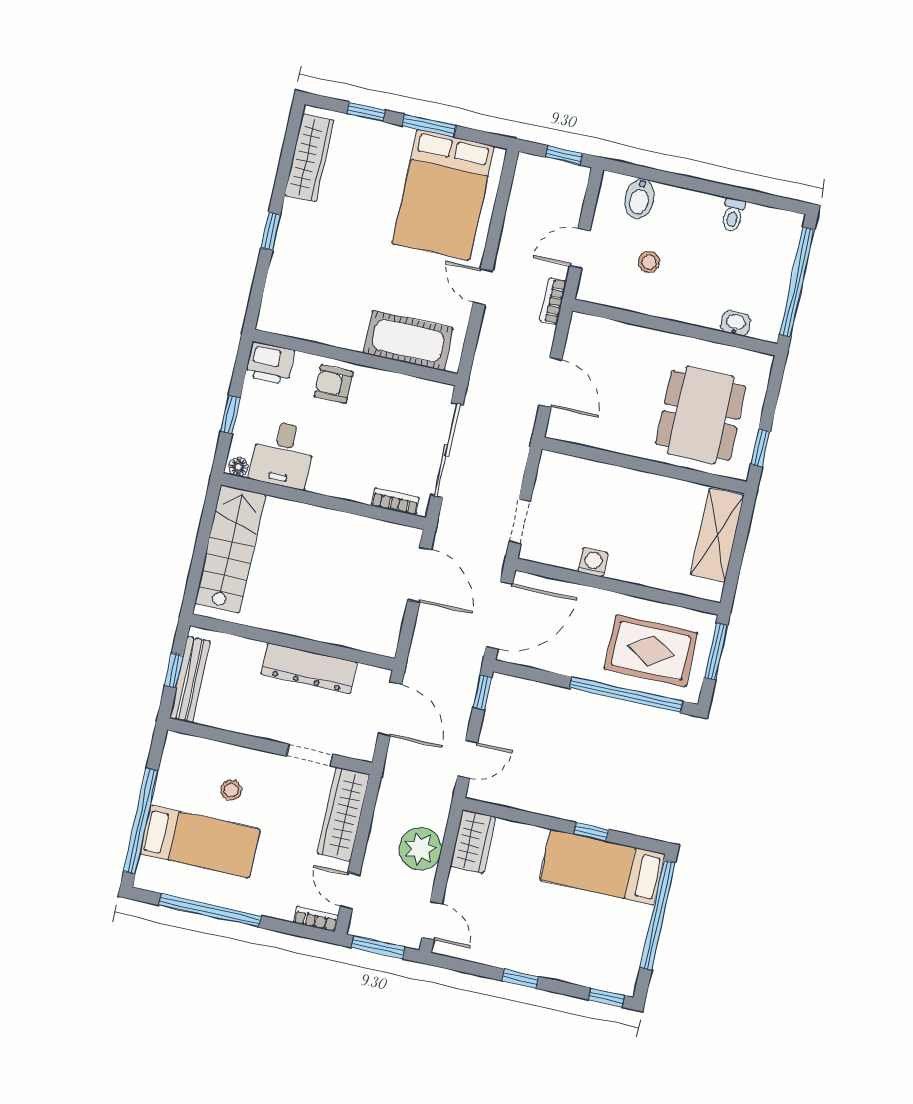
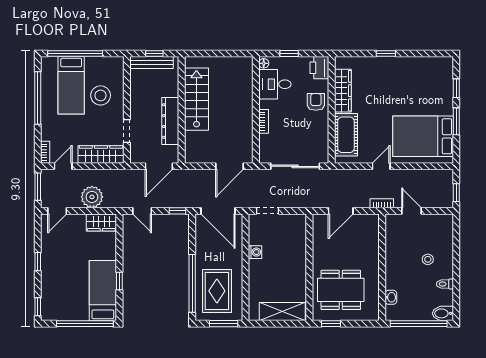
wardrobe: (309, 158) -> (343, 91), moved, turned -90
bidet: (639, 199) -> (443, 313), moved
stool: (649, 262) -> (428, 259), moved
bookcase: (395, 502) -> (264, 121), moved
stairs: (230, 549) -> (196, 99), moved, turned -90
stool: (231, 790) -> (101, 95), width x1.89, depth x1.89

